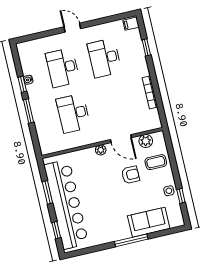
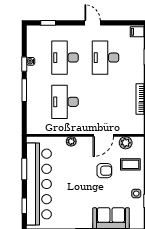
door: (72, 28) -> (93, 23), moved
window: (37, 36) -> (48, 23), added
door: (121, 139) -> (103, 135), hinge flipped
plant: (101, 150) -> (71, 141), moved

